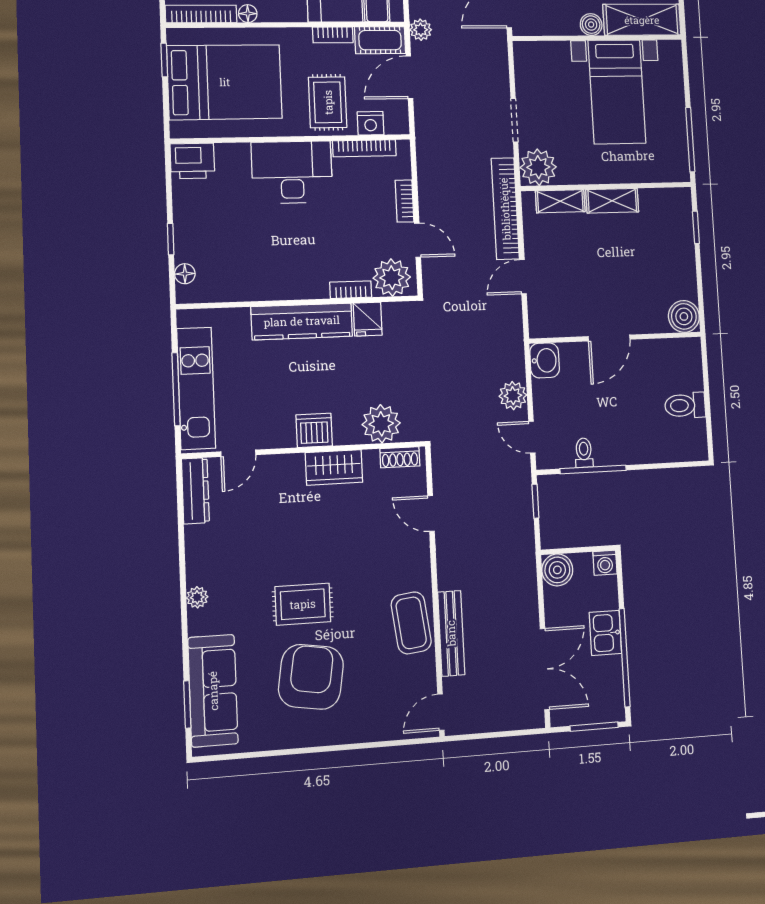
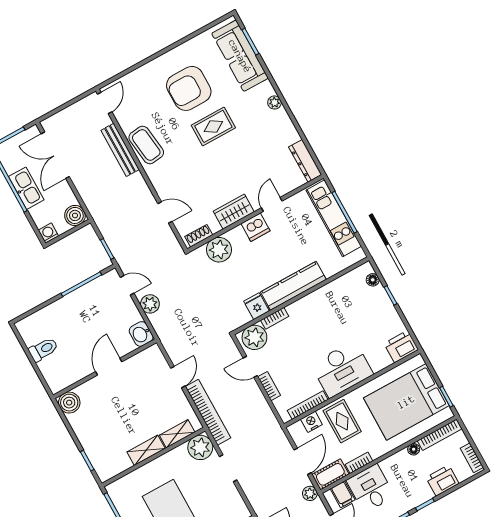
door: (238, 453) -> (272, 204), moved
toilet: (584, 453) -> (92, 291), removed
kitchen sink: (605, 633) -> (26, 188), width x1.38
armchair: (311, 677) -> (189, 88), turned 81

